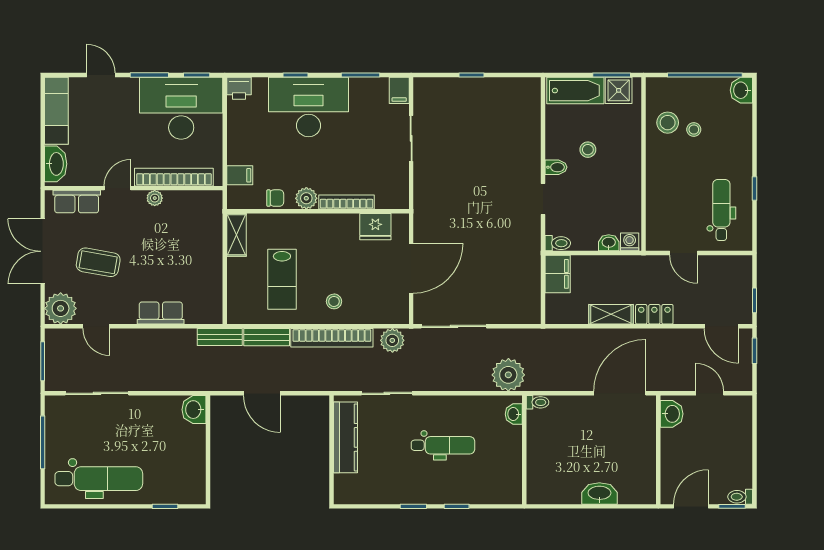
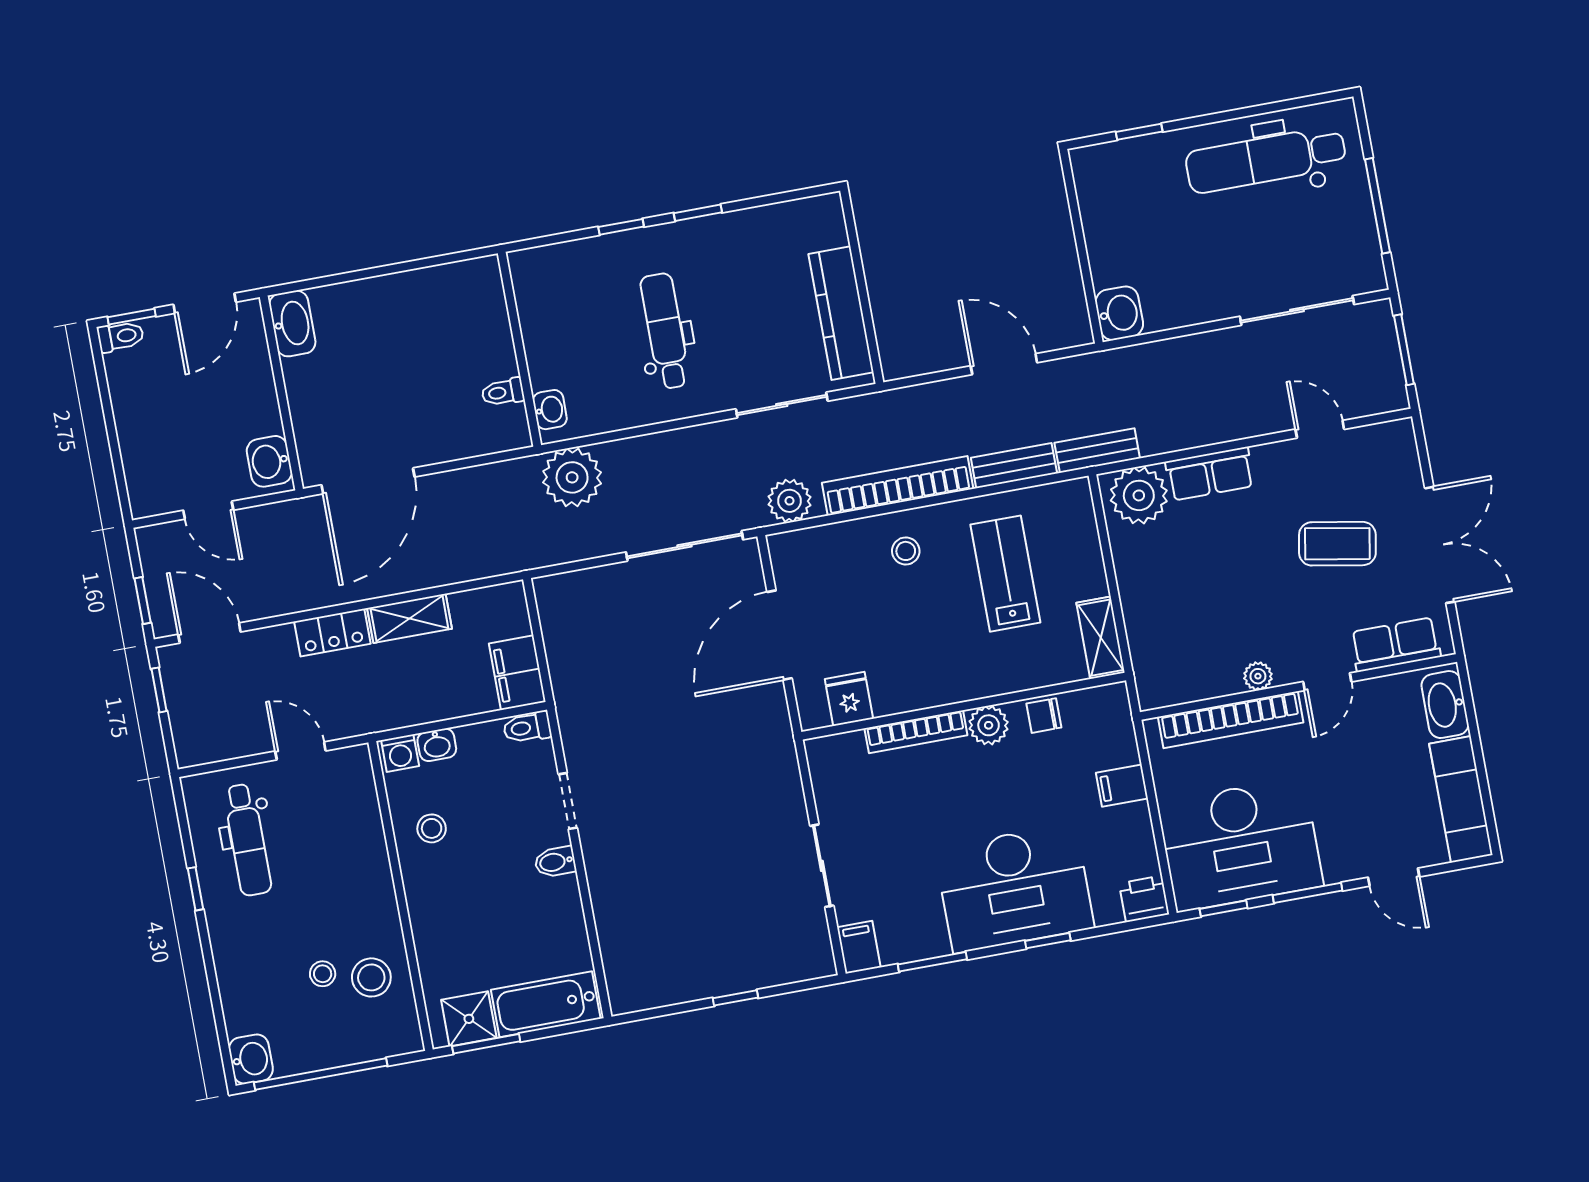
stool: (588, 150) -> (432, 828), moved
filing cabinet: (240, 175) -> (1122, 786), moved
fridge: (375, 227) -> (849, 699), width x0.72
plant: (61, 308) -> (1139, 495), moved
toilet: (538, 402) -> (503, 392), moved
dental chair: (443, 445) -> (665, 331), turned 90
washbasin: (599, 494) -> (292, 323), moved, turned -90

